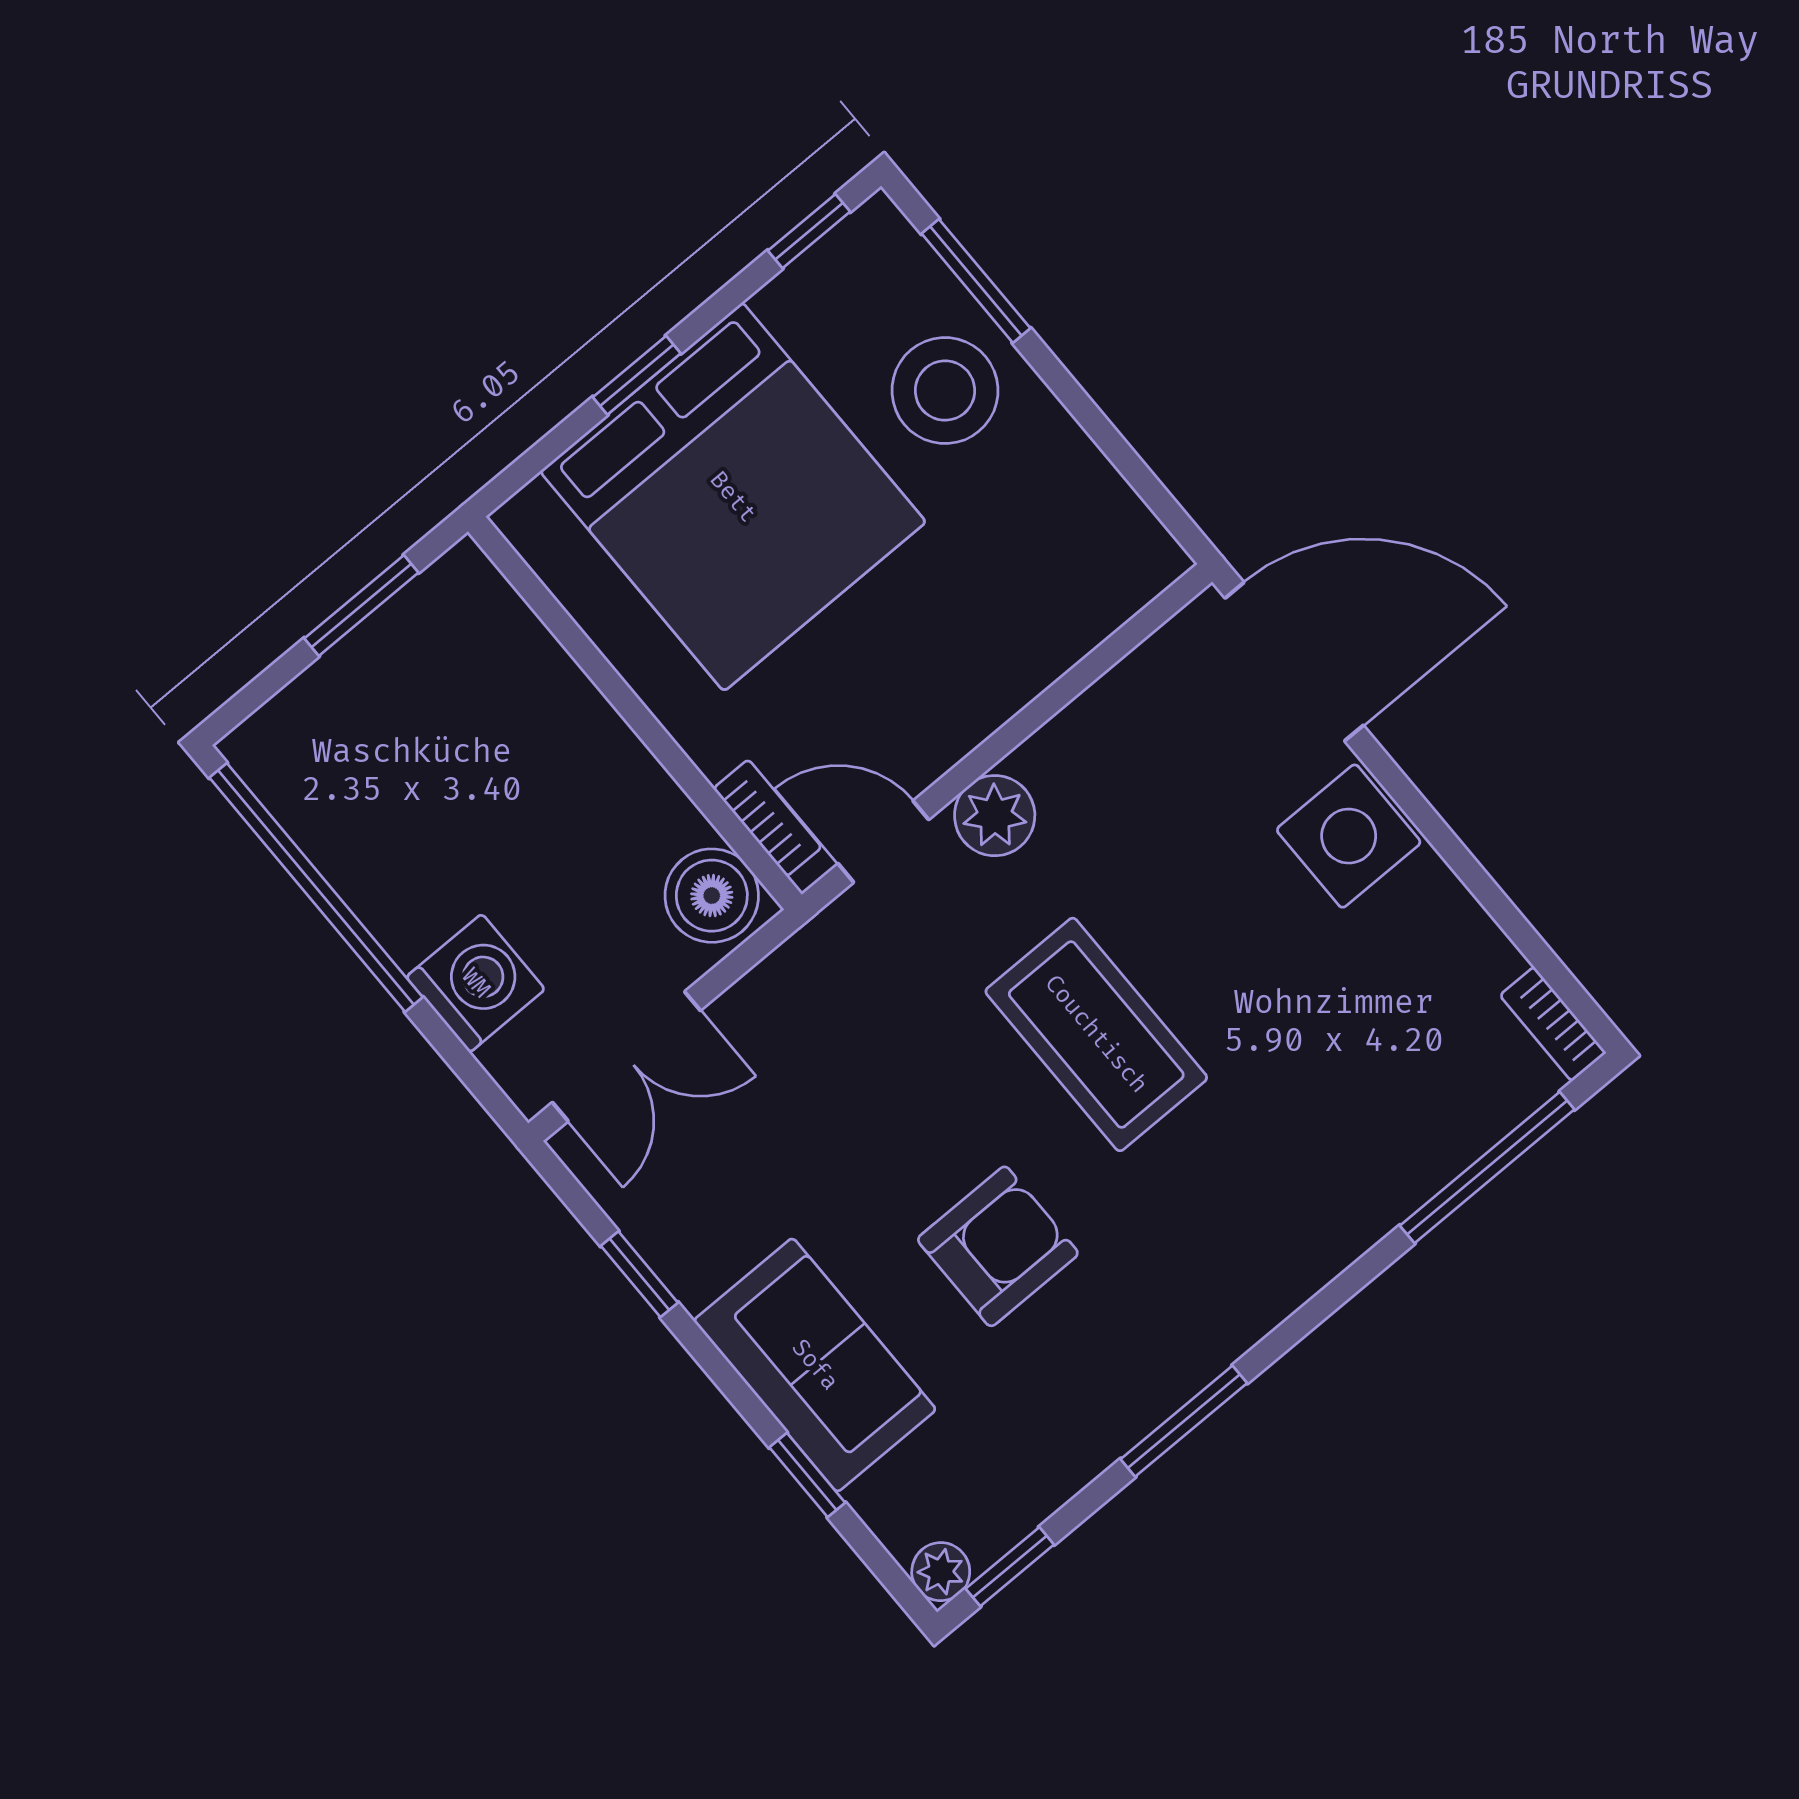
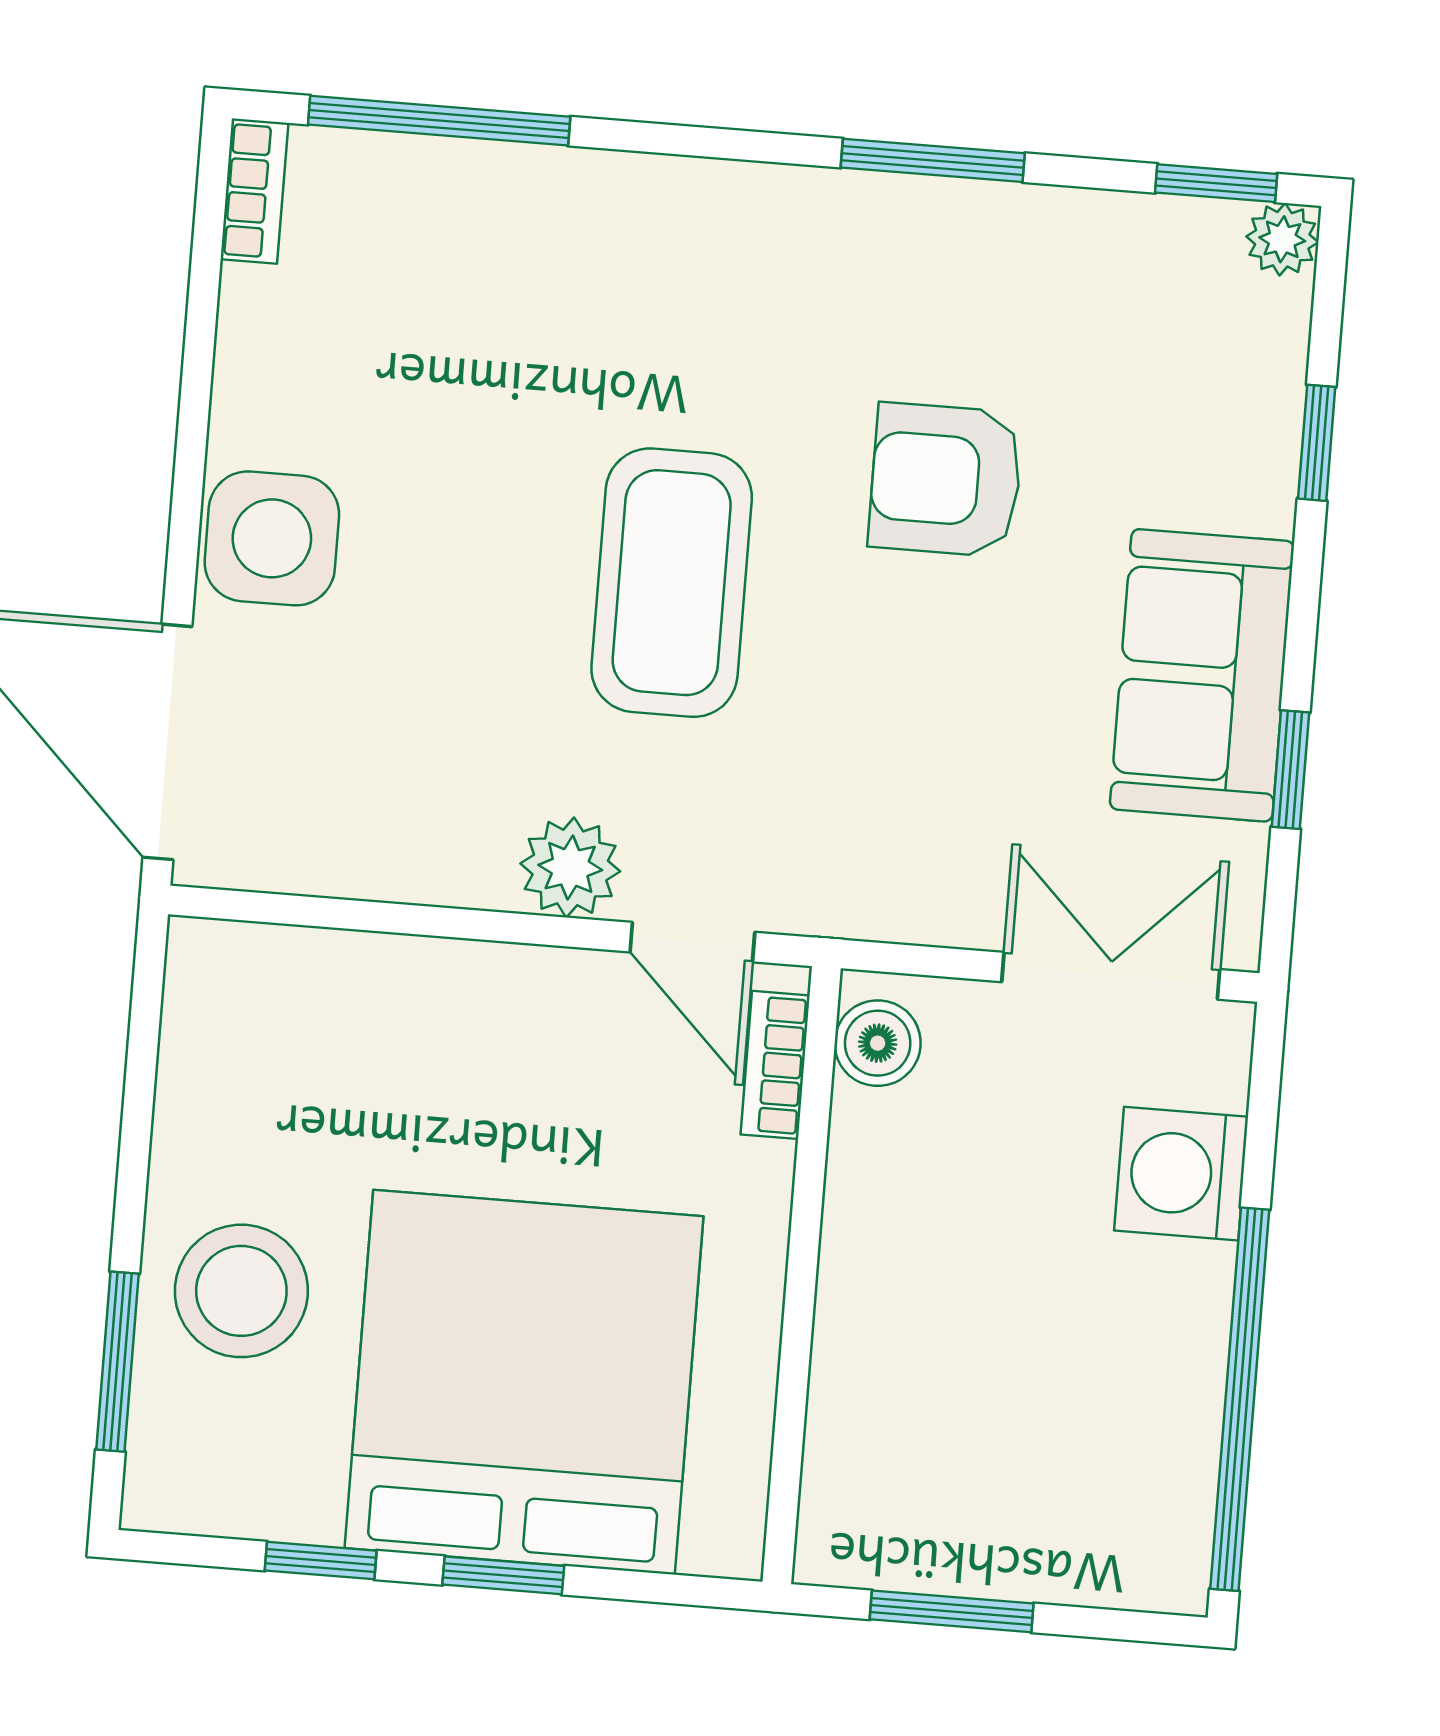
window: (809, 231) -> (321, 1561), moved
boiler: (712, 896) -> (878, 1043), width x0.73, depth x0.73
sofa: (815, 1365) -> (1202, 675), moved

